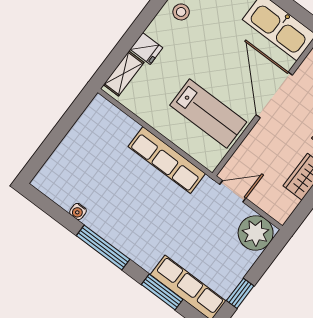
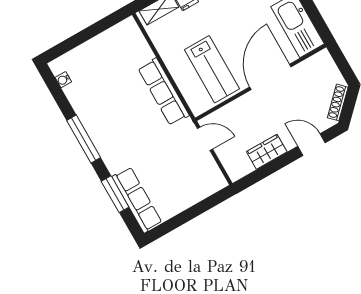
water cooler: (78, 211) -> (63, 80), moved
plant: (256, 233) -> (209, 179), removed
window: (240, 293) -> (176, 222), removed

